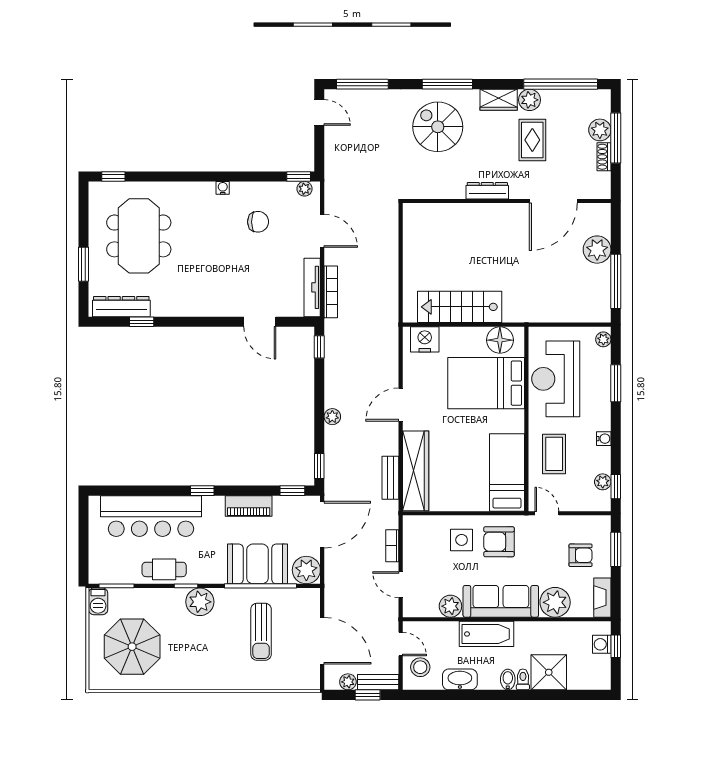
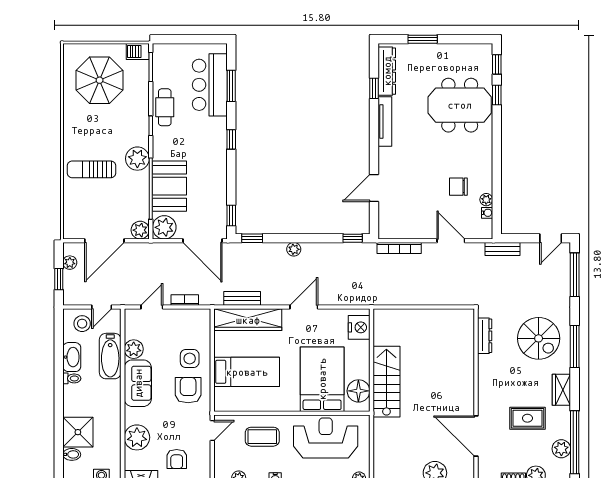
plant: (530, 100) -> (561, 449), moved
spiral stairs: (438, 127) -> (539, 338), turned 90
window: (299, 176) -> (497, 95), moved
water cooler: (223, 188) -> (487, 213), moved
plant: (305, 189) -> (486, 200), moved
dresser: (487, 191) -> (485, 336), moved
chair: (258, 222) -> (458, 187), turned 90
door: (322, 231) -> (451, 241), swing flipped
meeting table: (139, 236) -> (460, 105), moved
tv unit: (312, 287) -> (385, 122), moved, turned 90
stairs: (460, 307) -> (386, 382), moved
door: (401, 405) -> (304, 307), hinge flipped
bed: (507, 472) -> (247, 372), moved
window: (139, 491) -> (231, 86), added
piano: (249, 506) -> (218, 179), removed
bar counter: (151, 516) -> (210, 85), width x0.73
plant: (310, 598) -> (140, 230), added
sofa: (501, 601) -> (138, 383), width x0.73
plant: (200, 602) -> (137, 159), moved
sun lounger: (261, 632) -> (91, 169), moved
bathtub: (486, 634) -> (110, 356), moved
bidet: (508, 679) -> (72, 454), moved
toilet: (523, 679) -> (72, 378), moved
bench: (378, 682) -> (503, 249), moved, turned 90

